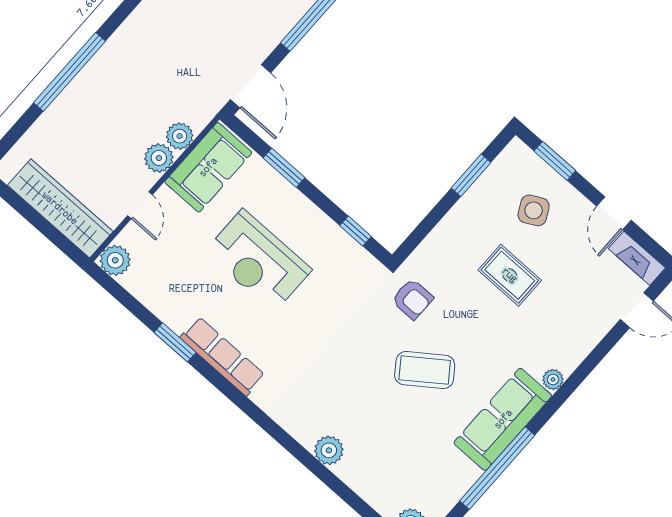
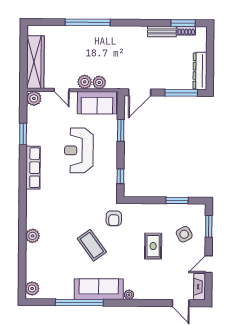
door: (140, 205) -> (62, 90), hinge flipped
window: (175, 342) -> (23, 134), moved

